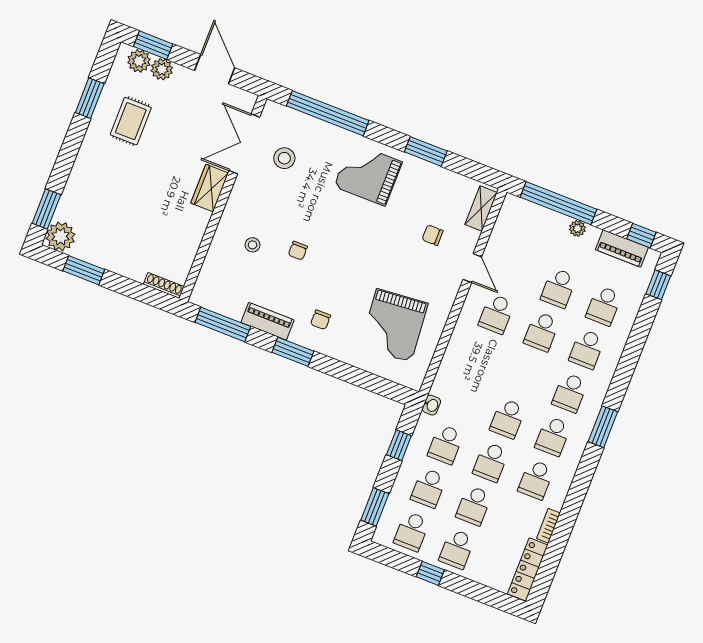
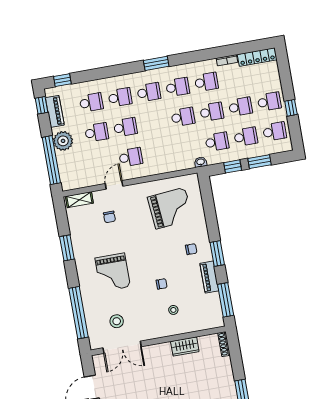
grand piano: (368, 174) -> (113, 272), moved
wardrobe: (210, 188) -> (185, 346), moved
plant: (577, 228) -> (63, 141), width x1.87, depth x1.87
window: (375, 507) -> (260, 162), moved

